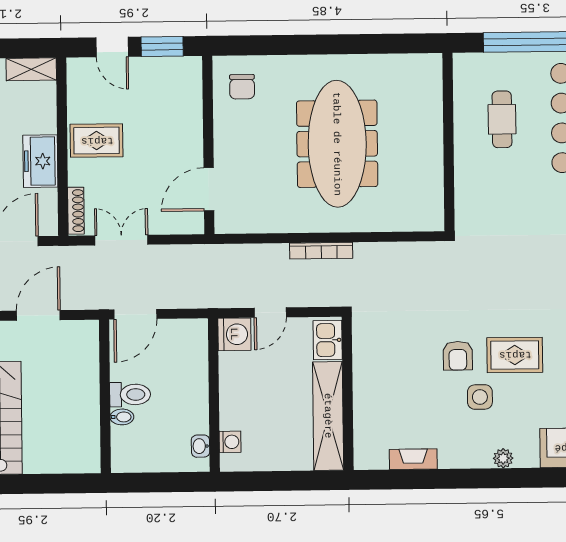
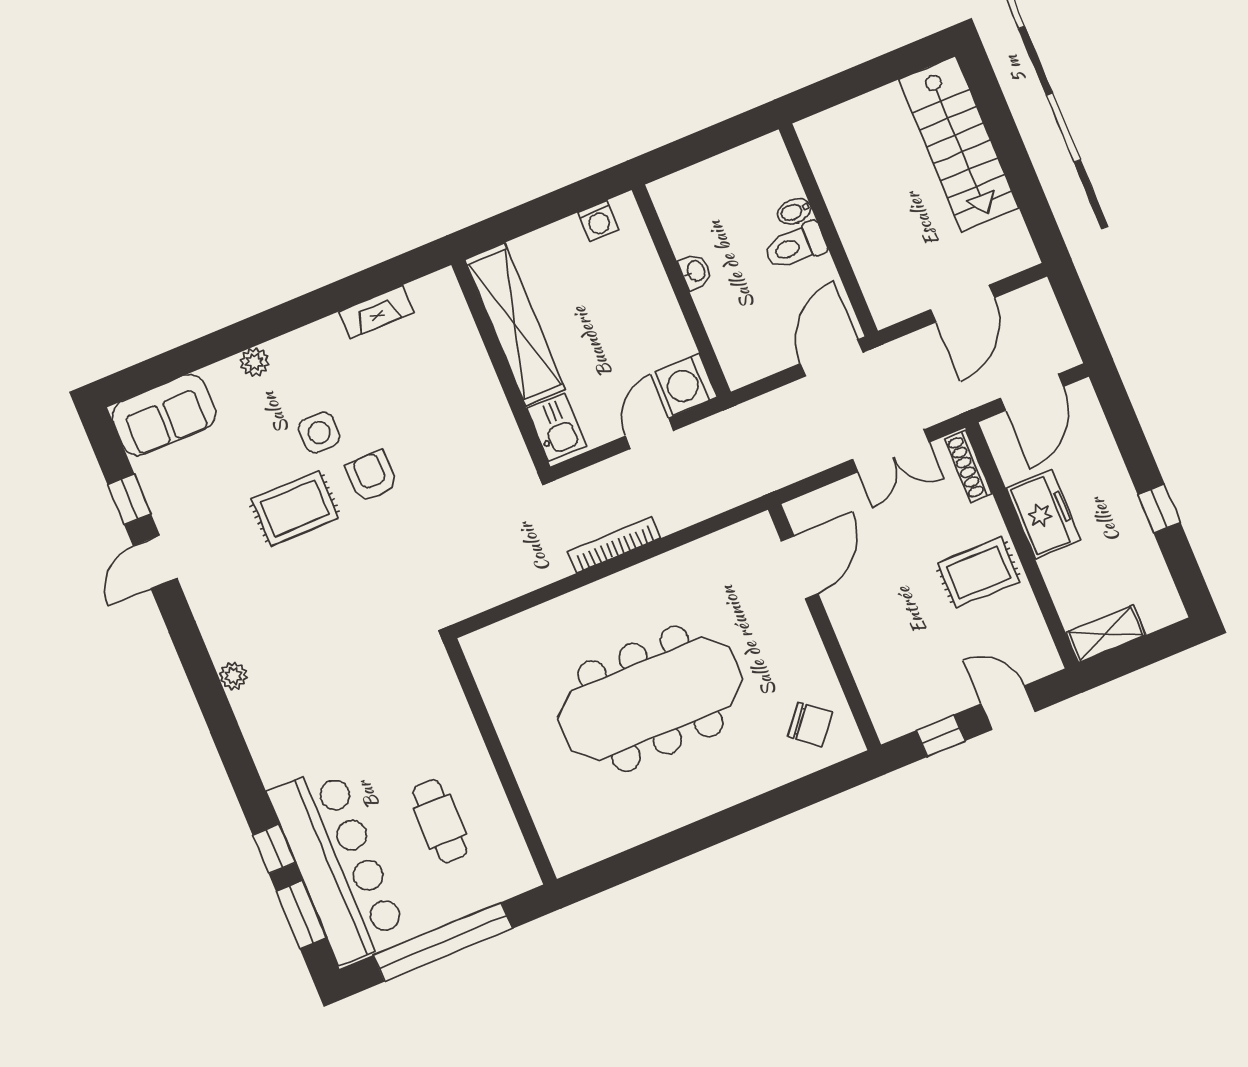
window: (162, 46) -> (941, 736), width x0.67
chair: (242, 87) -> (810, 724), turned 129
meeting table: (337, 144) -> (650, 699), turned 90
washing machine: (230, 442) -> (598, 221), moved, turned -90
washbasin: (200, 446) -> (695, 271), moved

